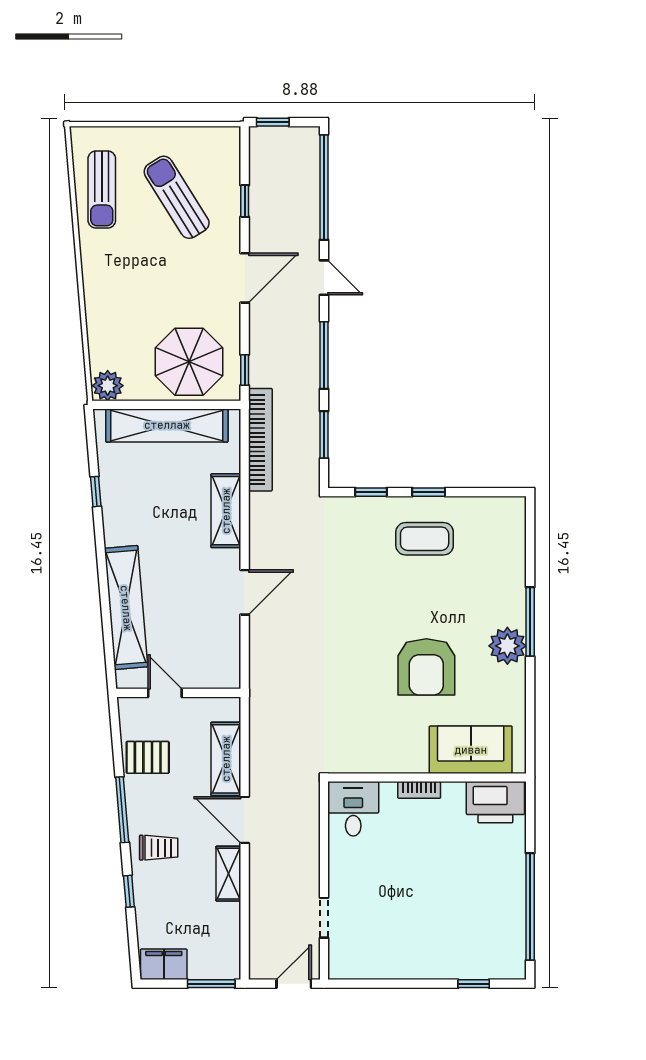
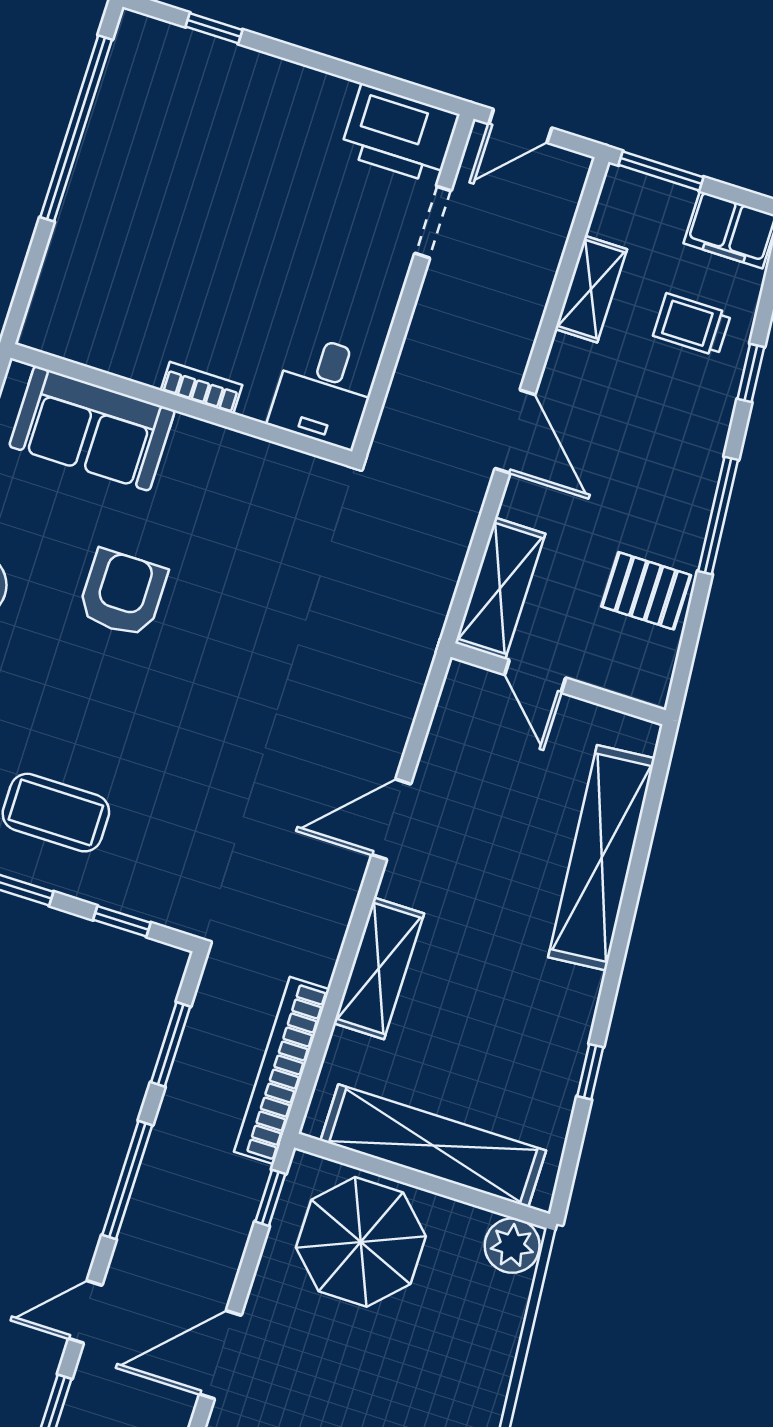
door: (324, 278) -> (85, 1312), hinge flipped
armchair: (426, 667) -> (123, 593), width x0.73, depth x0.73
door: (165, 693) -> (535, 676), moved
shelving: (226, 759) -> (500, 588), moved
printer: (495, 802) -> (400, 134), moved, turned 180
trolley: (159, 848) -> (692, 325), moved
shelving: (228, 874) -> (591, 289), moved

